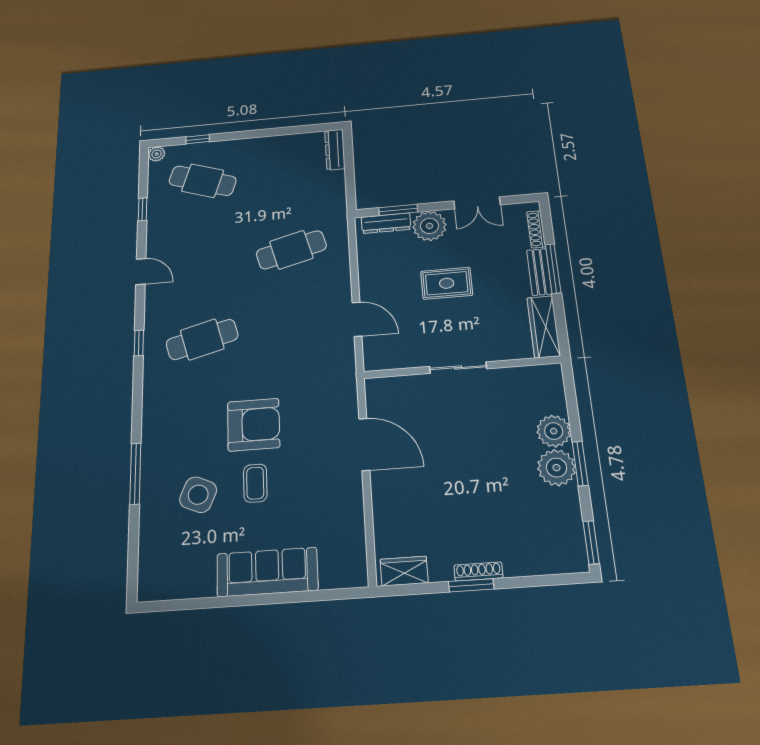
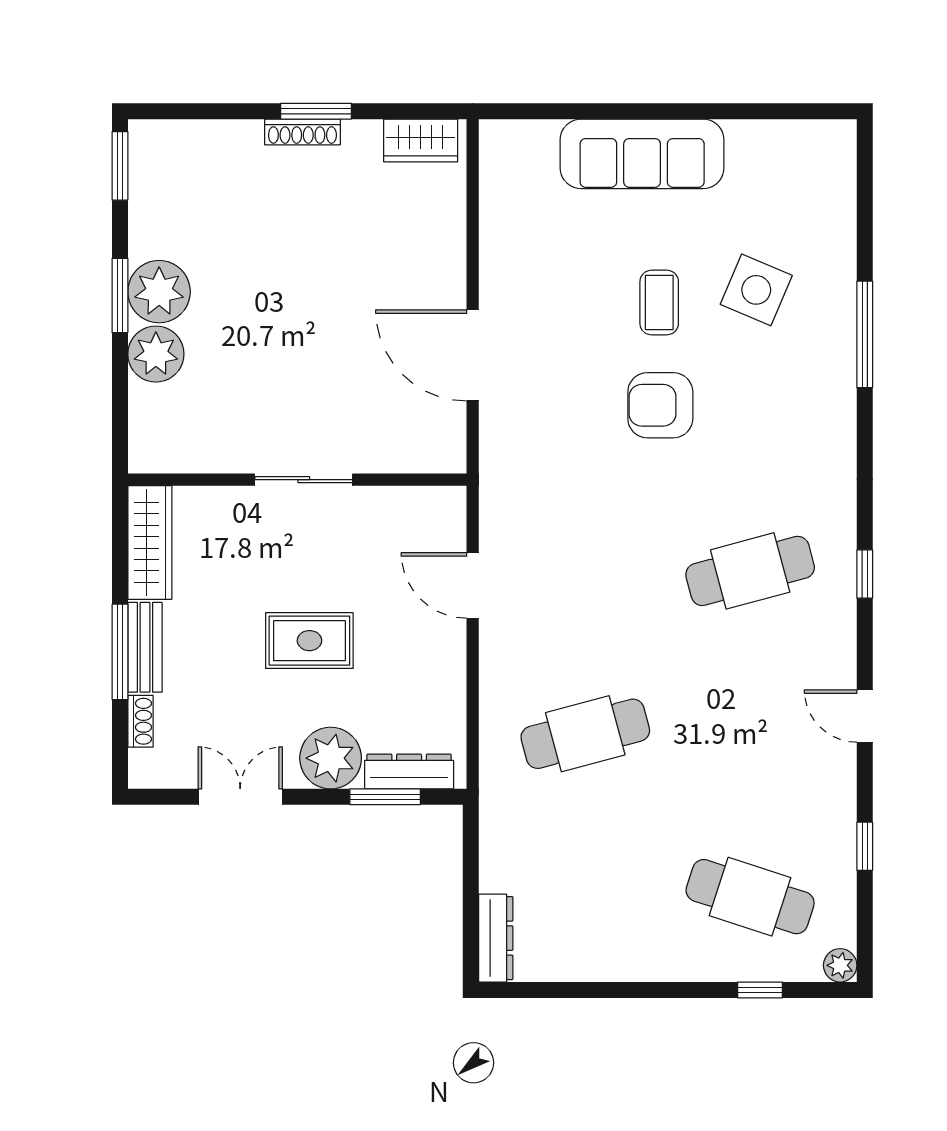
shoe rack: (536, 229) -> (140, 721), width x0.70
armchair: (254, 425) -> (660, 405), width x0.73, depth x0.73

